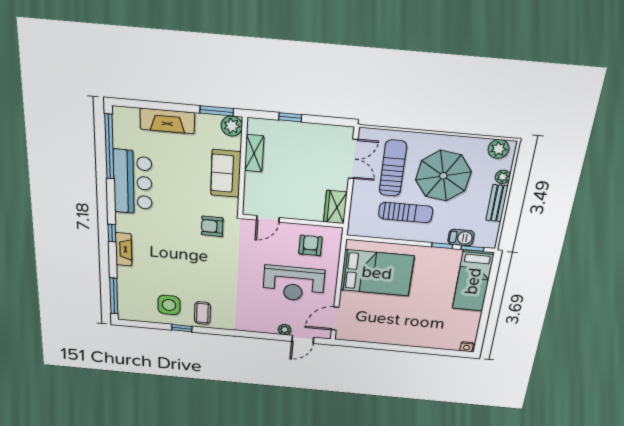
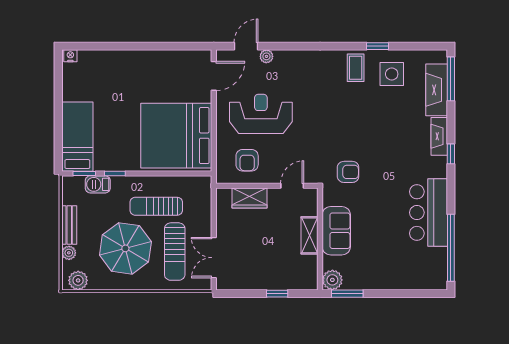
fireplace: (167, 121) -> (437, 90), moved, turned -90
shelving: (254, 153) -> (310, 235), moved
wardrobe: (335, 207) -> (250, 198), moved, turned 90
bed: (377, 273) -> (176, 136), width x1.36

